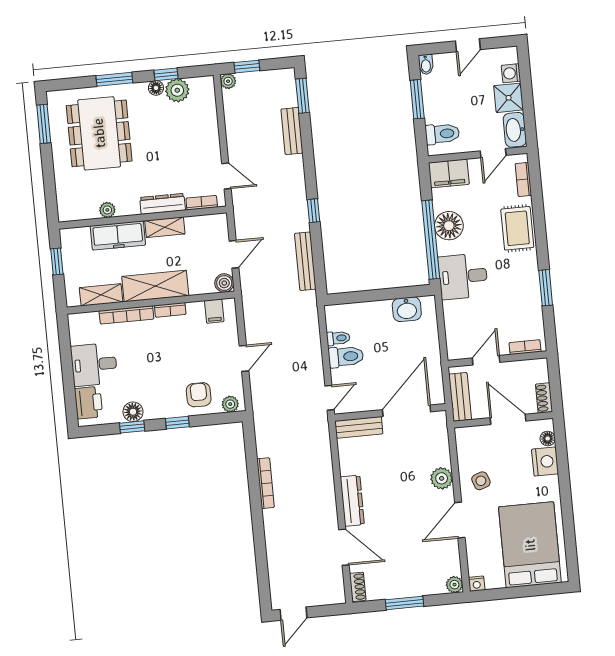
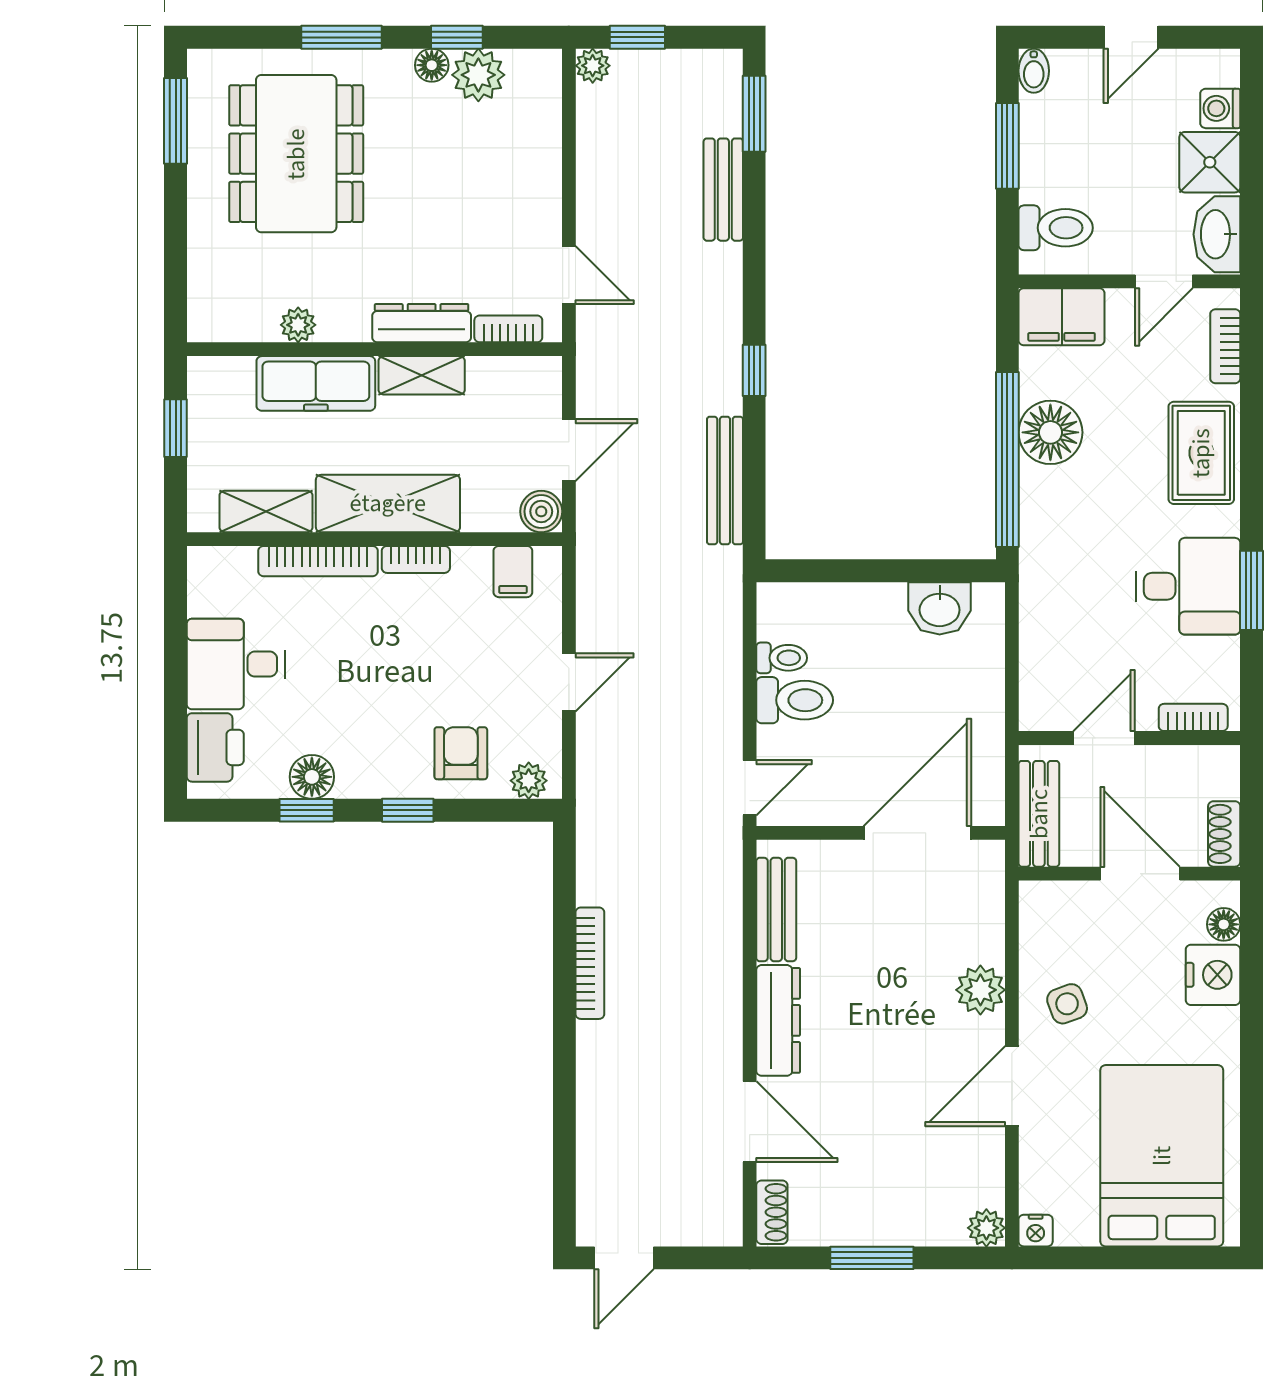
desk: (463, 276) -> (1188, 586), moved, turned 180
bench: (359, 427) -> (776, 909), moved, turned 90

